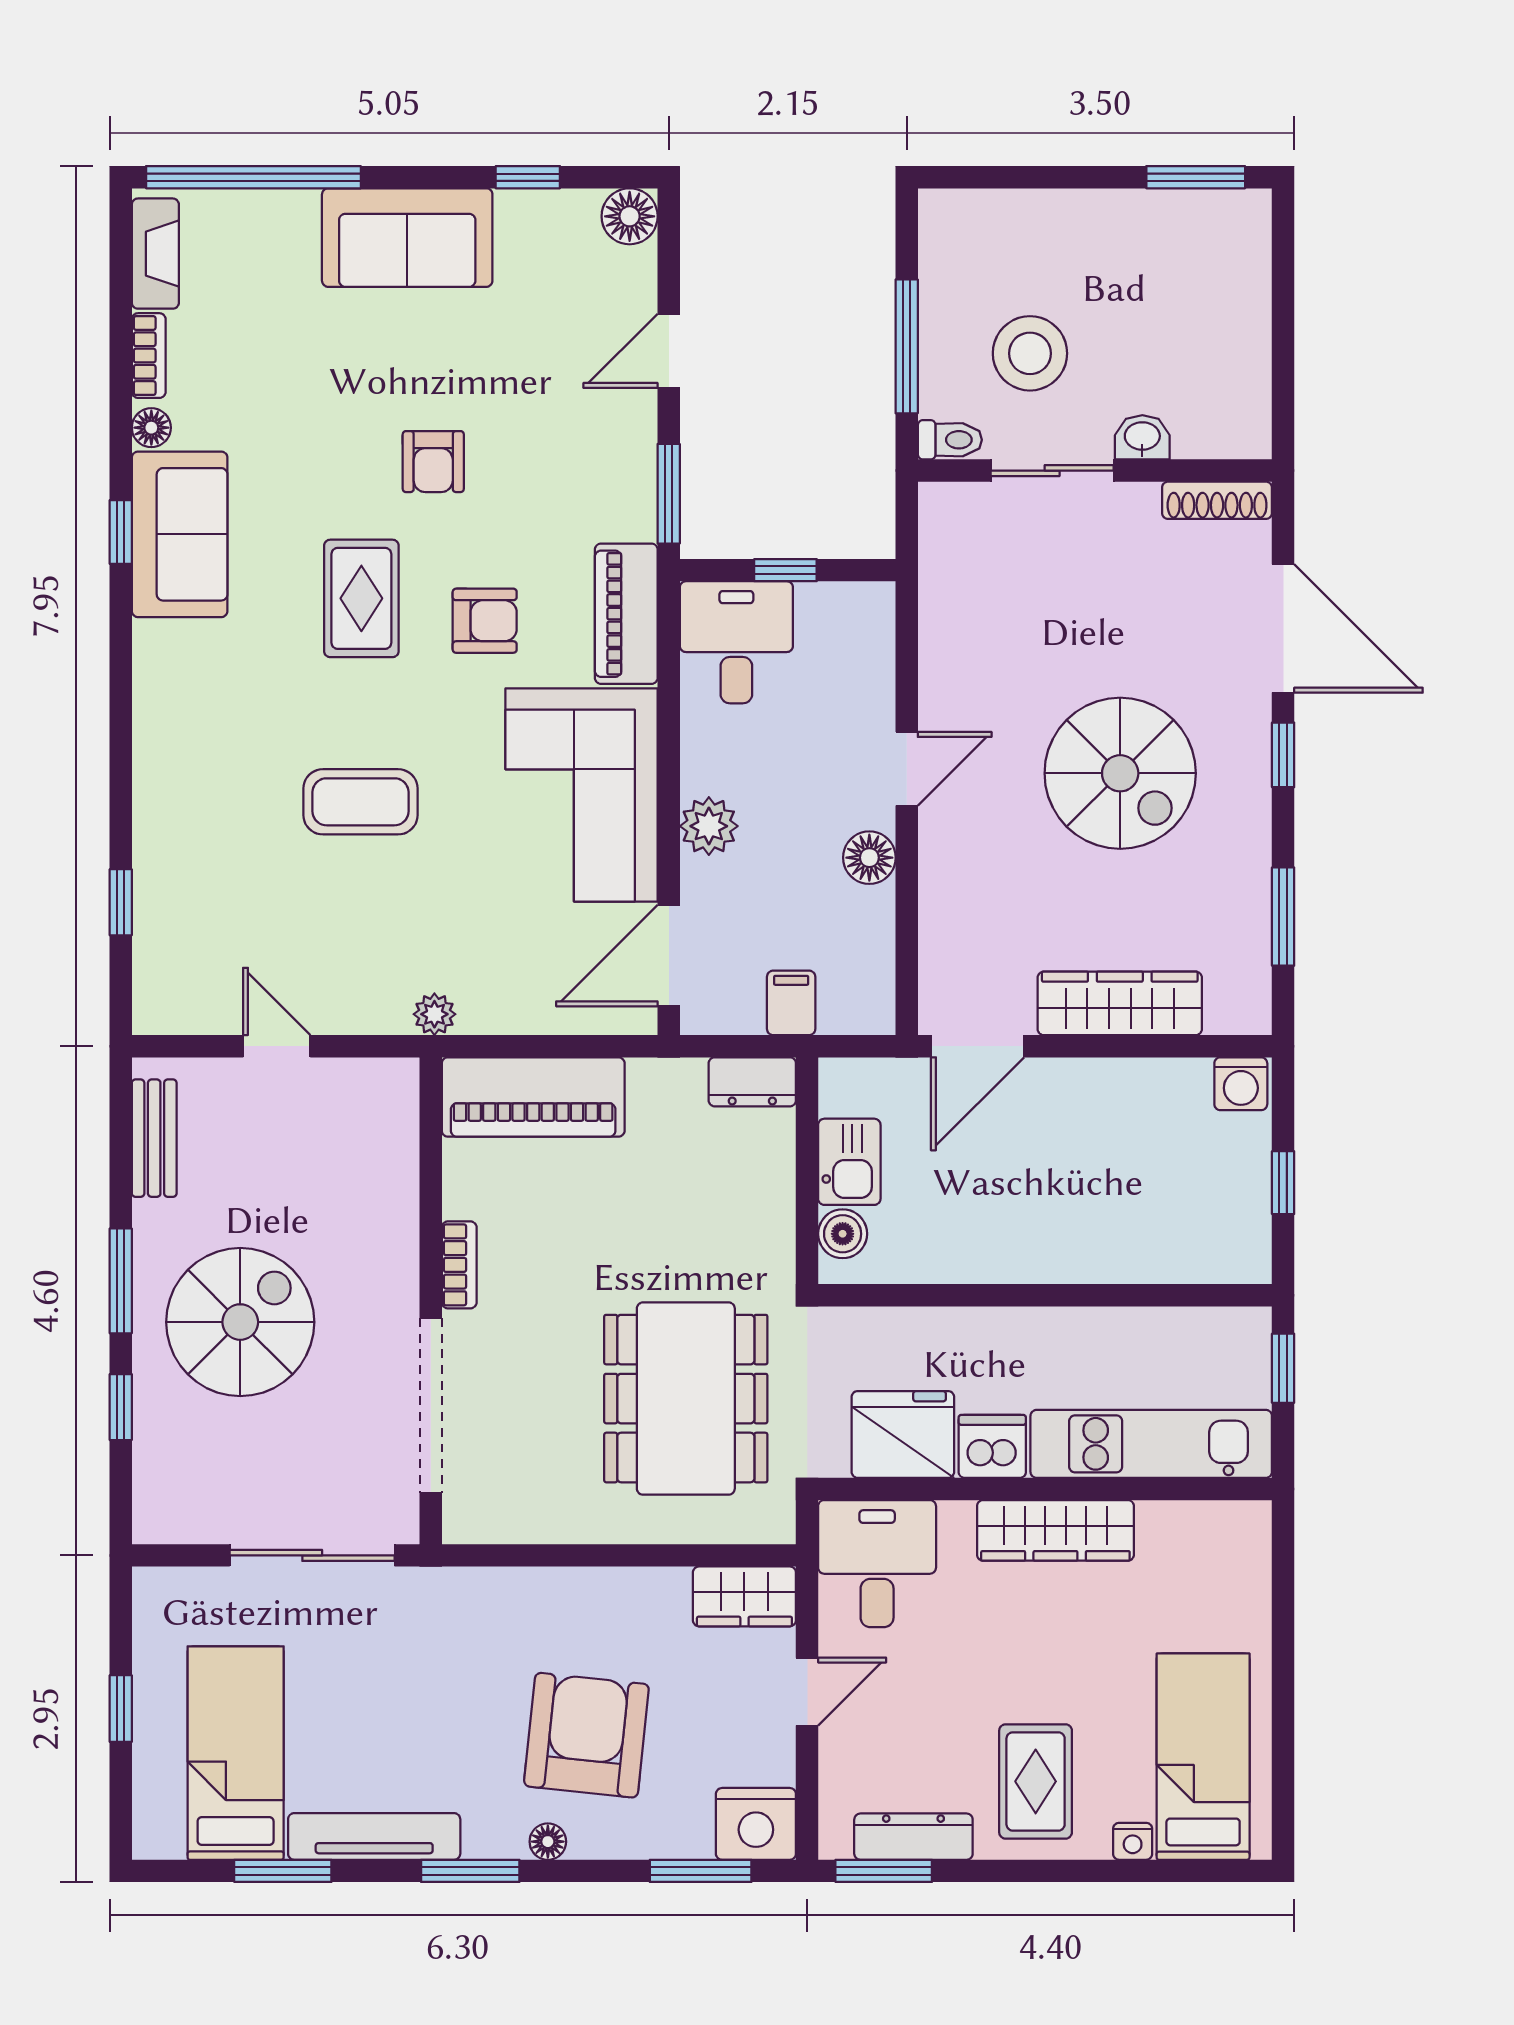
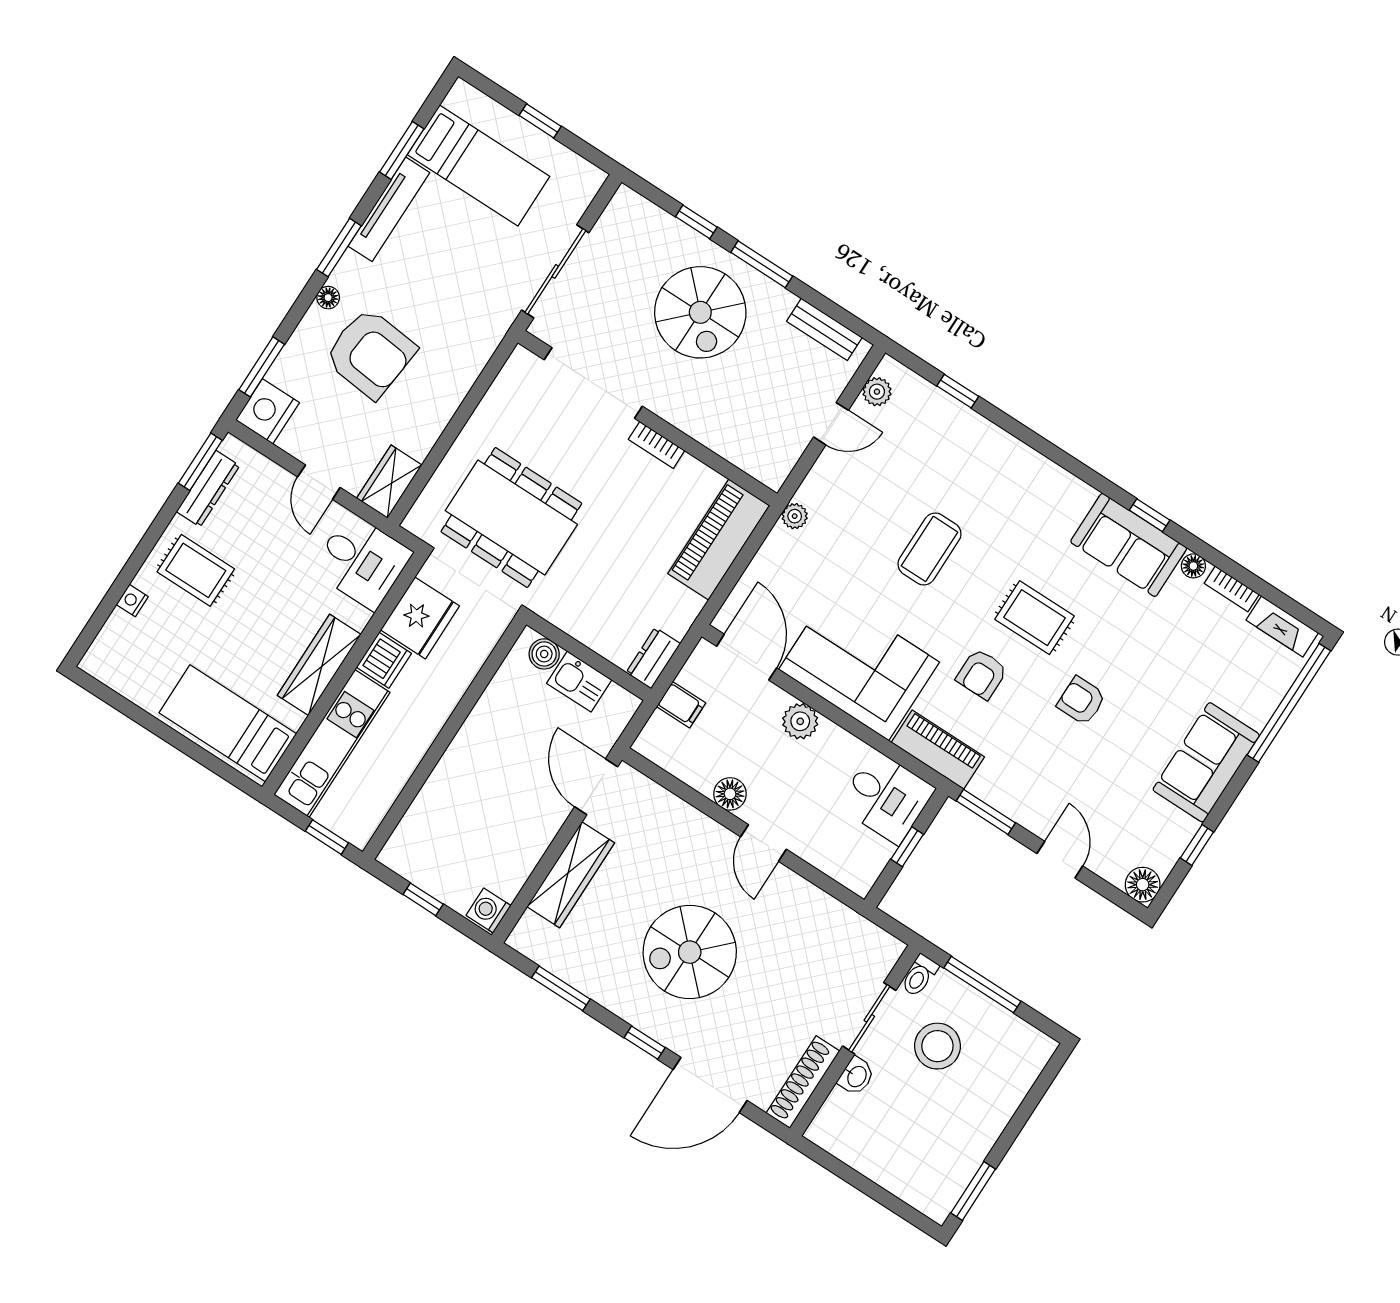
shoe rack: (1217, 500) -> (803, 1082), width x1.36, depth x1.24
plant: (193, 1012) -> (877, 392), added
bed: (1203, 1757) -> (228, 723), moved, turned 180

